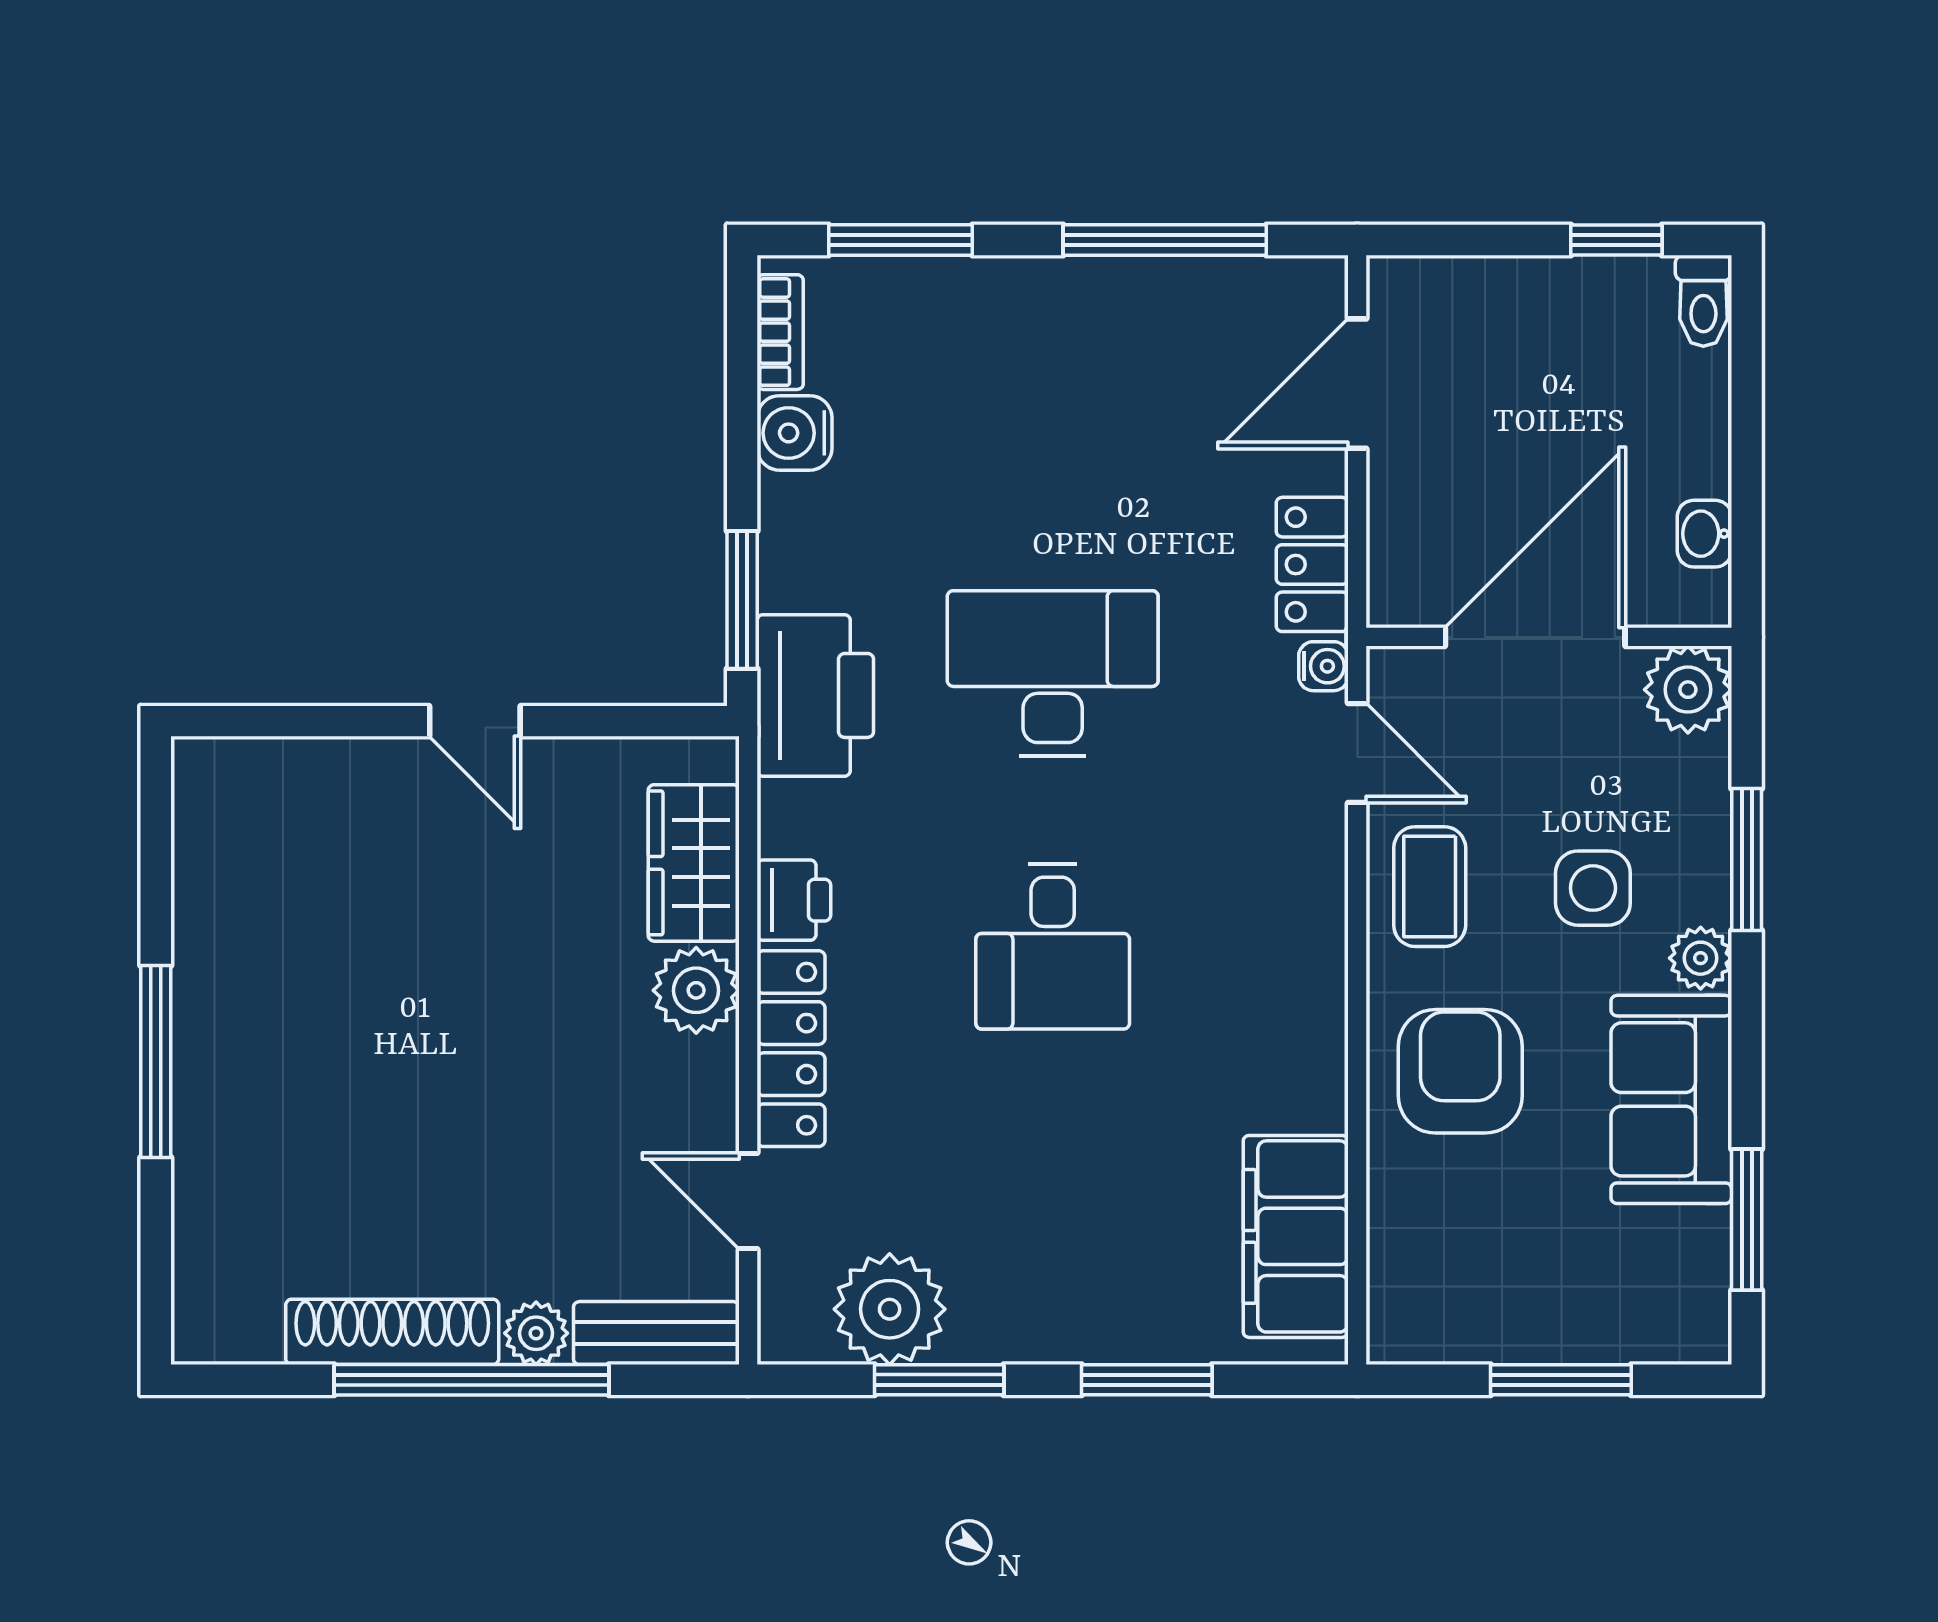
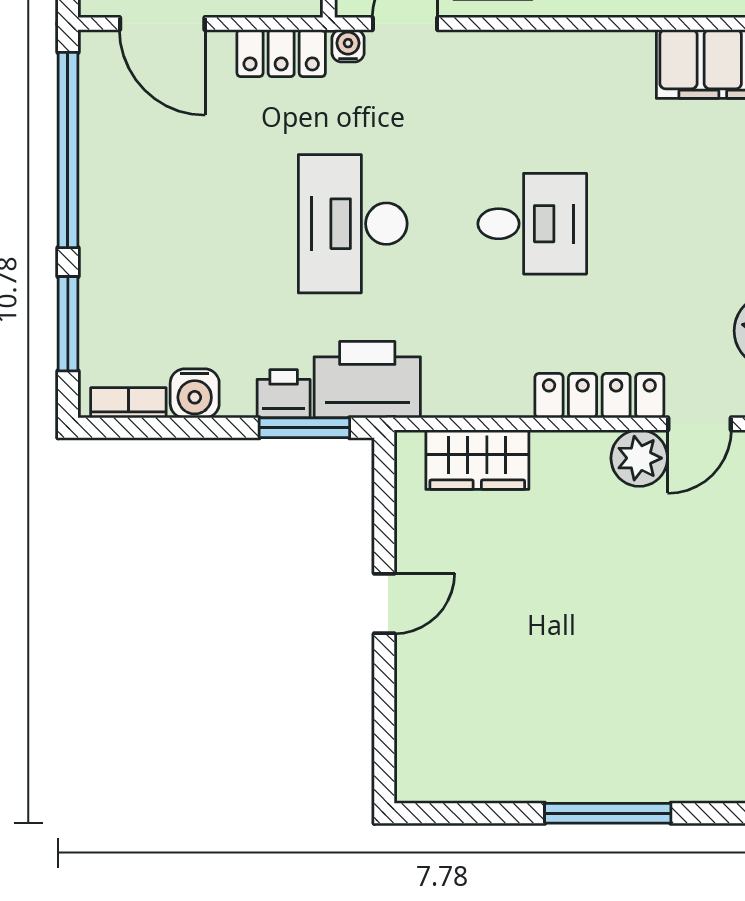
window: (1165, 240) -> (68, 150), width x1.46
printer: (794, 900) -> (284, 394), moved
plant: (696, 990) -> (639, 458), moved

